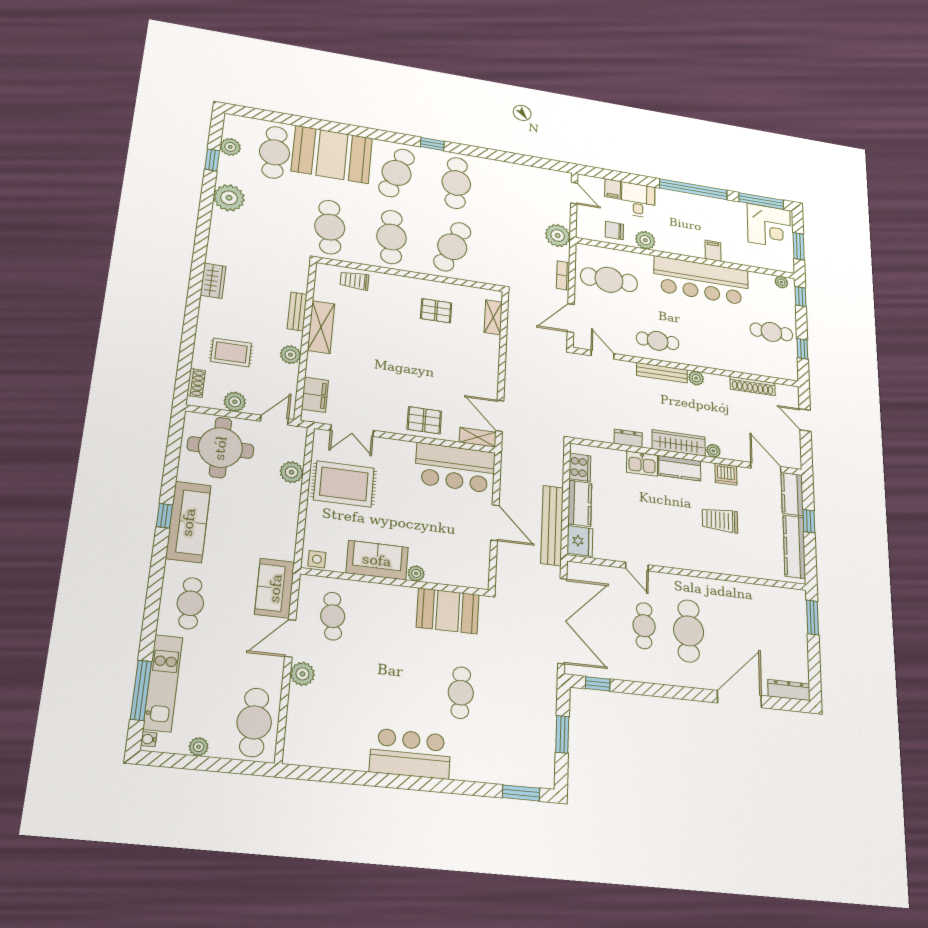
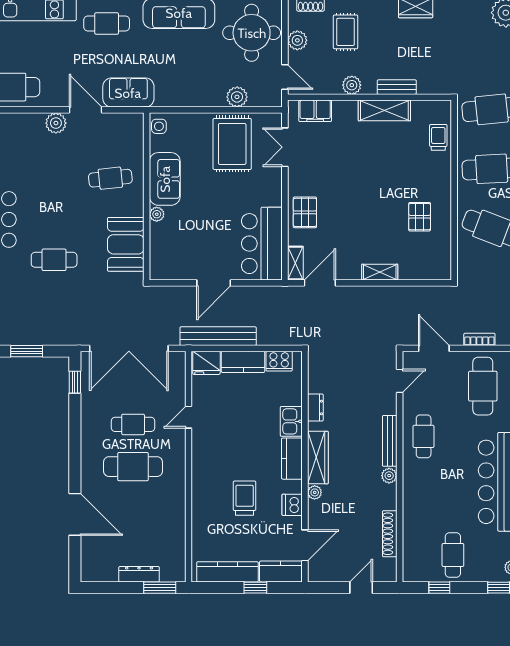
shelving: (493, 317) -> (380, 272), moved
cafe table: (333, 616) -> (110, 178), moved
dresser: (789, 690) -> (139, 574), moved, turned -90

